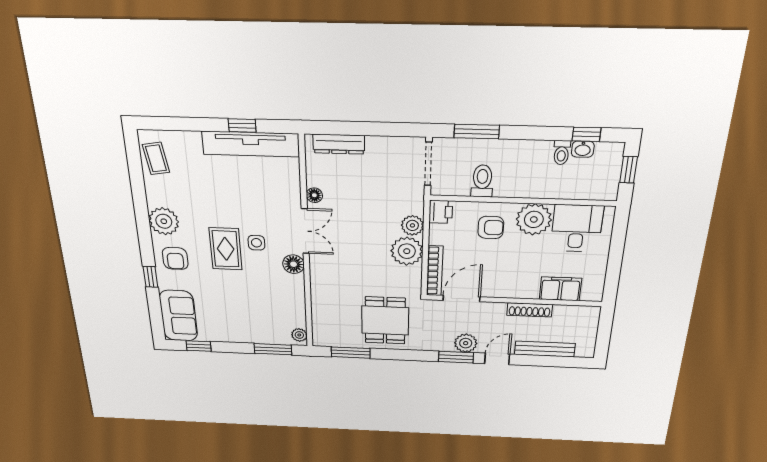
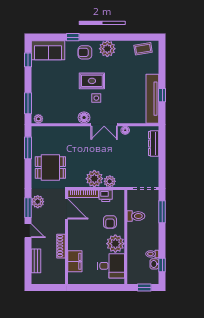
printer: (441, 212) -> (106, 196), moved
plant: (466, 343) -> (38, 202), moved
bench: (545, 349) -> (36, 261), width x0.73

